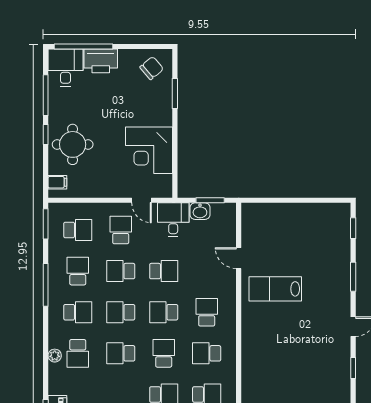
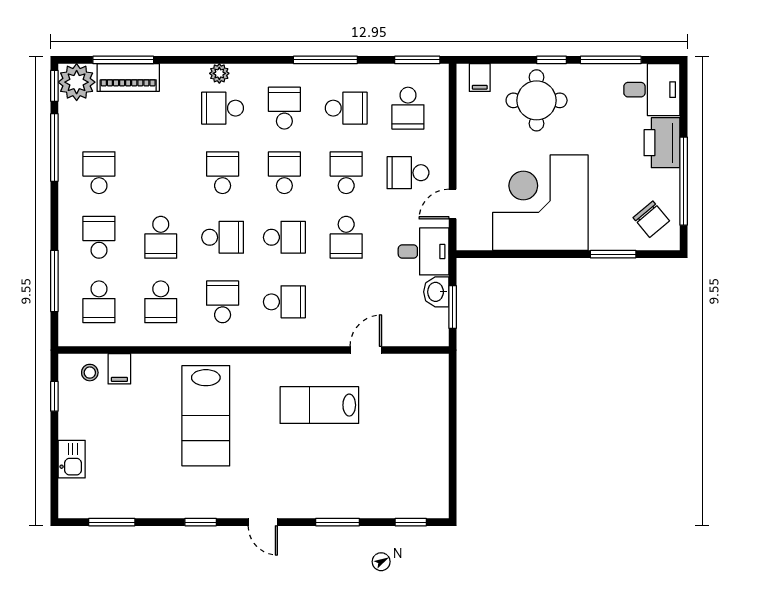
window: (84, 47) -> (684, 181), moved
corner desk: (149, 150) -> (540, 203), width x1.36, depth x1.36
school desk: (121, 230) -> (408, 173), turned 180
lab bench: (275, 289) -> (319, 405), turned -90
school desk: (78, 312) -> (284, 108), turned 180
school desk: (164, 312) -> (284, 237), turned 90
lab bench: (282, 364) -> (206, 416), added

